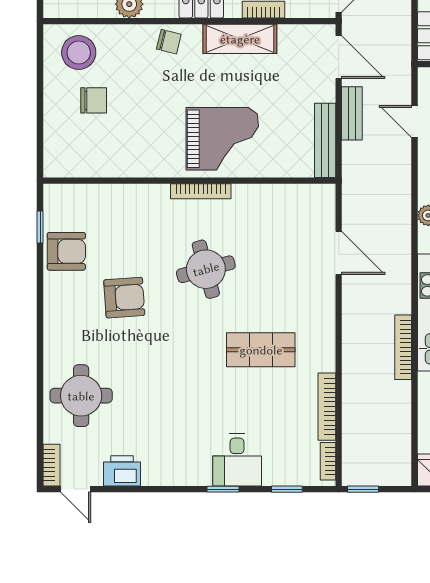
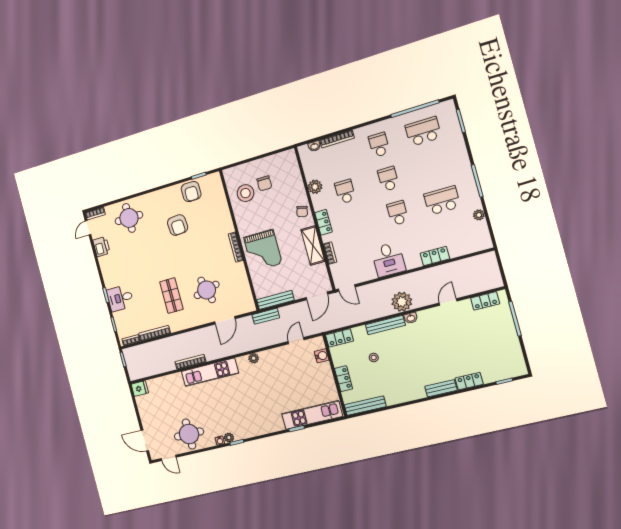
stool: (79, 53) -> (245, 193), moved
bench: (352, 113) -> (266, 316), moved
round table: (206, 269) -> (207, 290), moved

